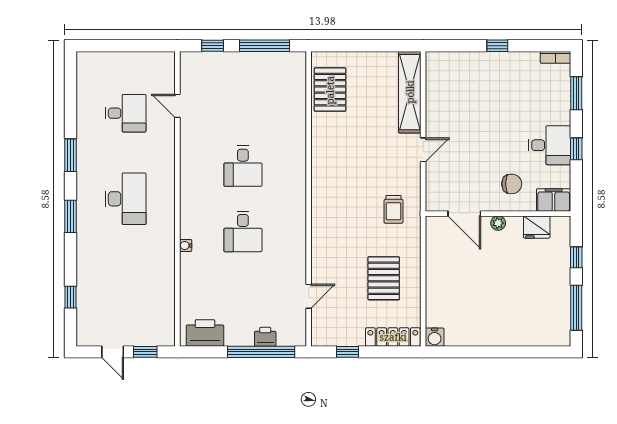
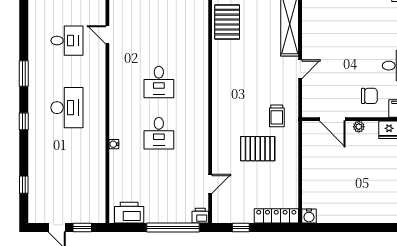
window: (70, 216) -> (24, 121), width x0.67
pallet: (384, 278) -> (258, 149), moved, turned 90
printer: (265, 337) -> (200, 216), moved

